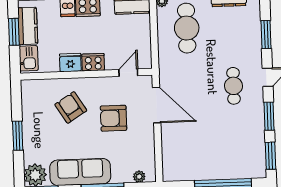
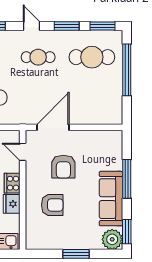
armchair: (71, 107) -> (52, 205), turned -148
cafe table: (236, 145) -> (92, 57), added
plant: (139, 177) -> (117, 145), removed

